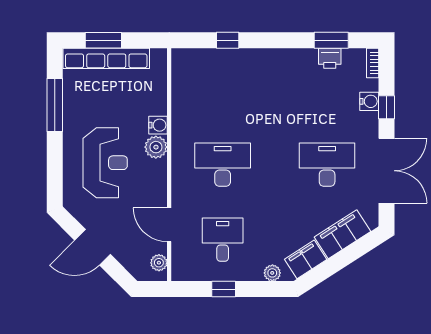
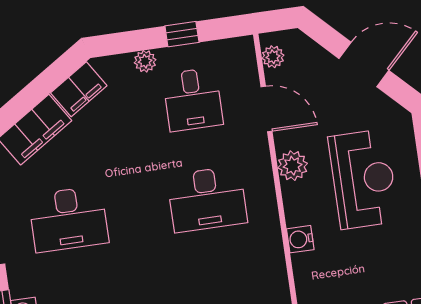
plant: (156, 147) -> (293, 166), moved
reception desk: (105, 163) -> (363, 179), turned 180
plant: (272, 273) -> (145, 61), moved

